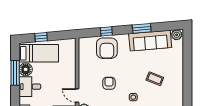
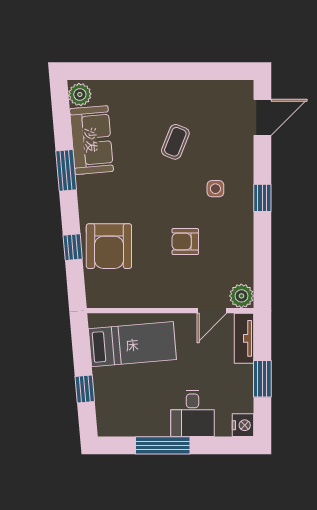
sofa: (150, 41) -> (92, 140), width x0.73
armchair: (107, 48) -> (109, 246), turned 90
bed: (39, 53) -> (132, 344), moved, turned 85
floor lamp: (26, 69) -> (155, 423), removed

